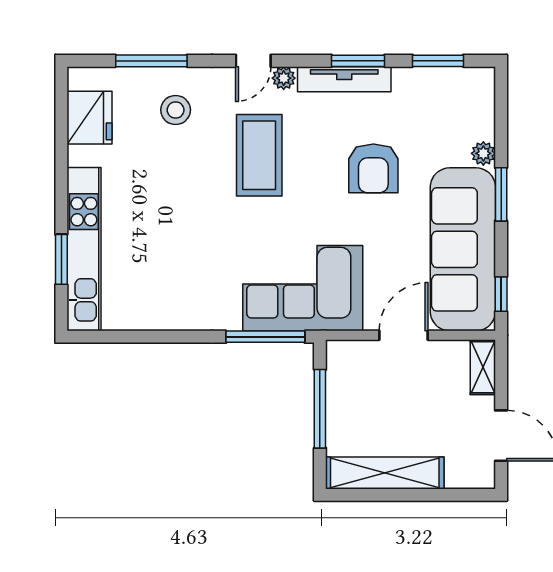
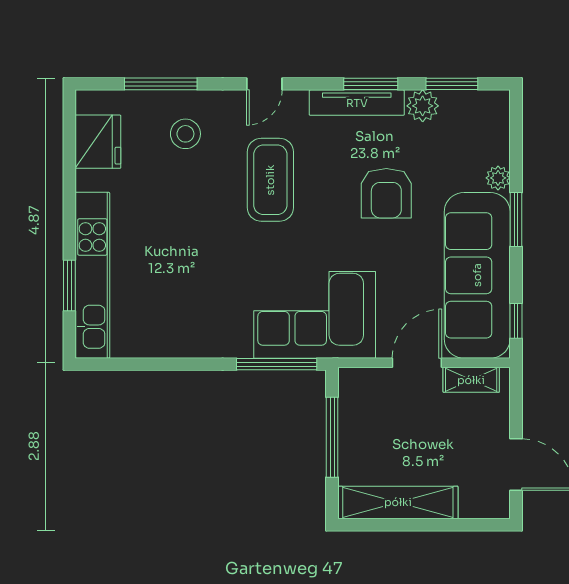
plant: (284, 78) -> (423, 106), moved, width x1.38, depth x1.38
shelving: (483, 367) -> (471, 380), moved, turned 90

